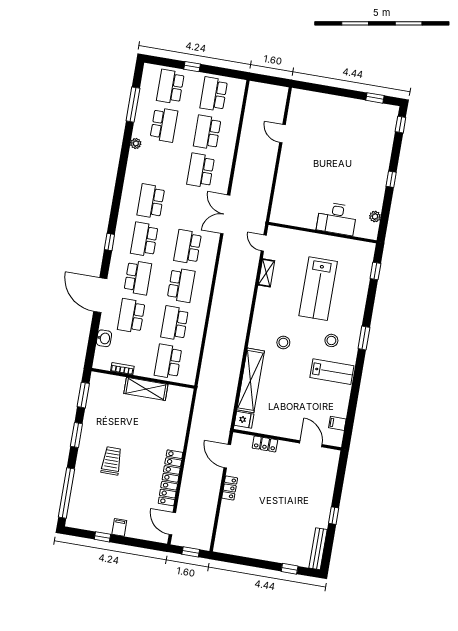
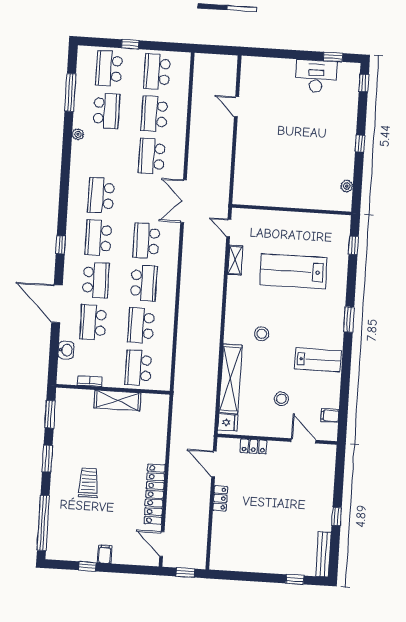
desk: (337, 219) -> (316, 76), moved, turned 180
lab bench: (318, 289) -> (293, 271), turned 90
stool: (331, 340) -> (281, 399), moved

